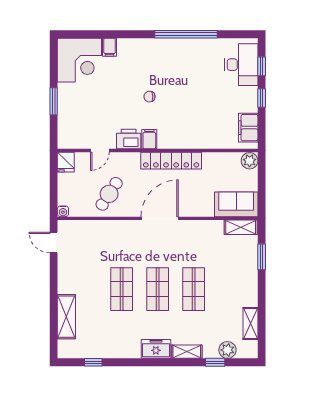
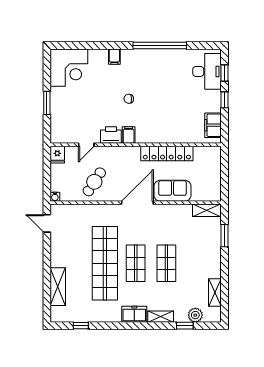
filing cabinet: (110, 47) -> (114, 57), moved
locker: (171, 161) -> (167, 153), moved
plant: (250, 161) -> (214, 154), removed
sofa: (236, 204) -> (173, 191), moved
shop shelf: (122, 289) -> (105, 263), width x2.00, depth x1.36

